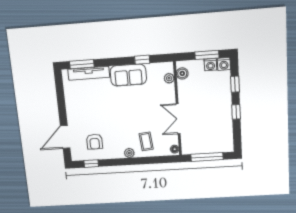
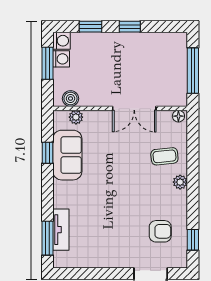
tv unit: (89, 73) -> (61, 230), width x0.71
sofa: (128, 75) -> (67, 155), moved

